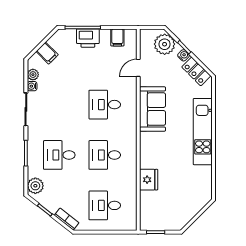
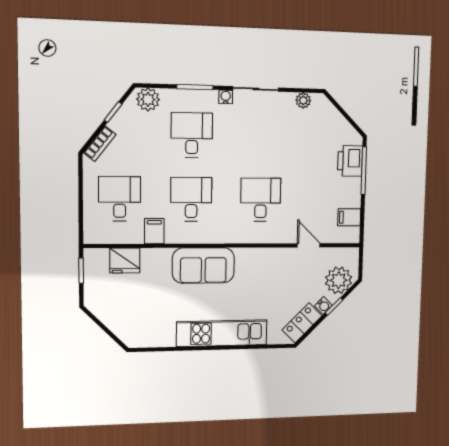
printer: (88, 38) -> (350, 161), moved
filing cabinet: (47, 53) -> (154, 231), moved, turned 135
water cooler: (32, 86) -> (226, 97), moved
sofa: (153, 109) -> (203, 265), moved
fridge: (149, 180) -> (125, 261), moved

